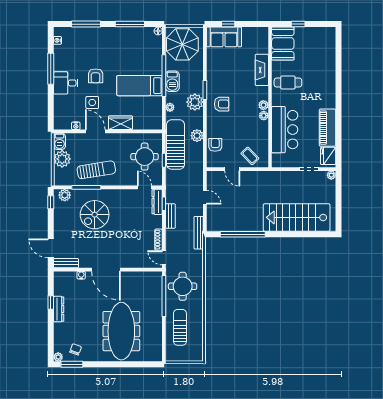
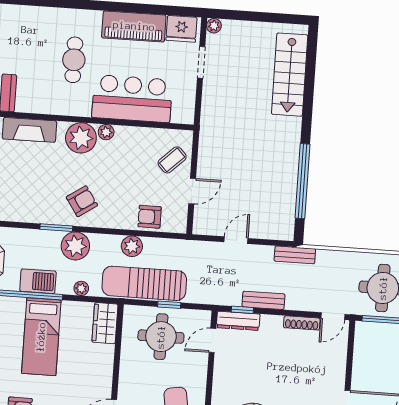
cafe table: (288, 83) -> (74, 60), moved
armchair: (222, 104) -> (82, 201), turned 56
plant: (263, 105) -> (81, 138), width x1.87, depth x1.87
wardrobe: (120, 123) -> (105, 323), moved
stairs: (297, 217) -> (290, 75), width x0.73, depth x0.66
bench: (199, 233) -> (295, 255), width x0.73

